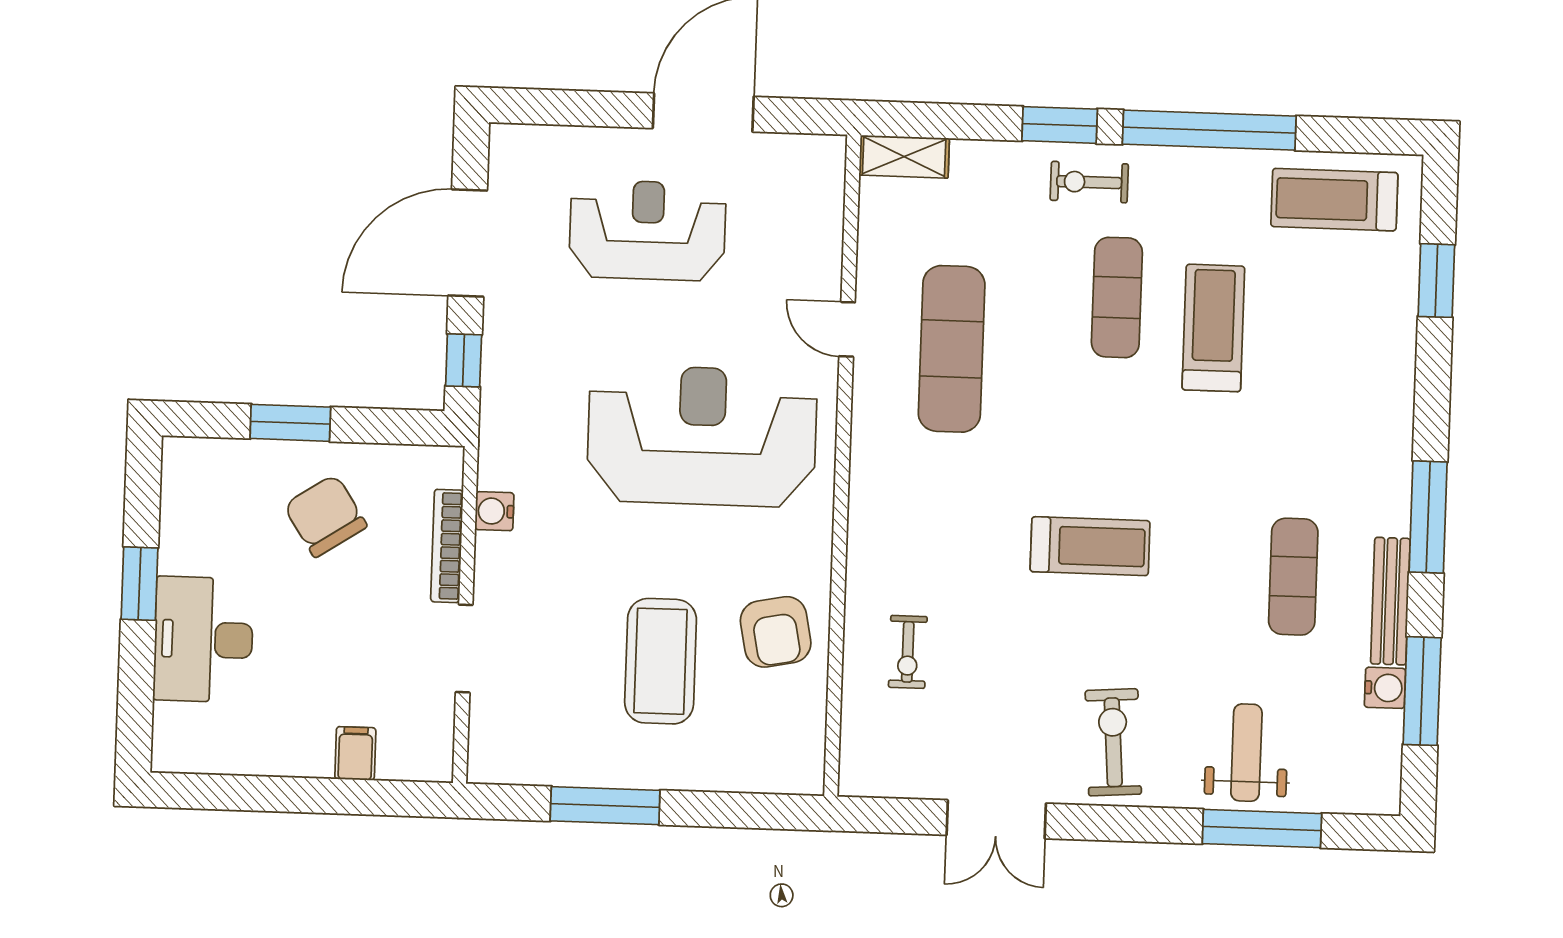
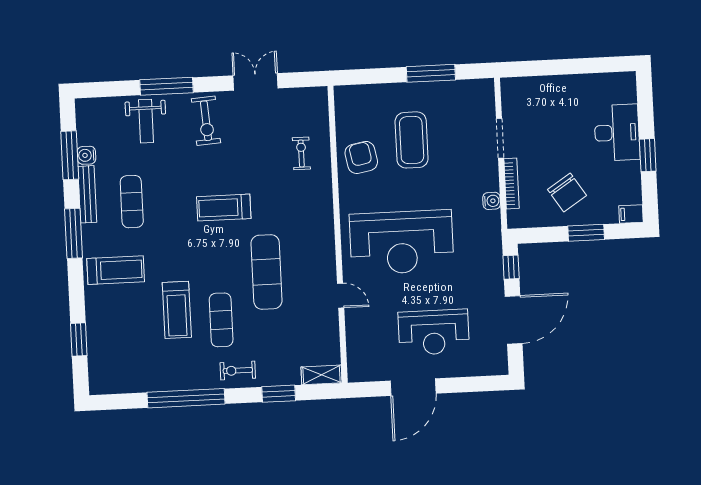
window: (1060, 125) -> (279, 394), moved
exercise bike: (1089, 182) -> (238, 370), turned 180
treadmill: (1334, 200) -> (116, 270), moved
exercise mat: (952, 349) -> (267, 272), moved
filing cabinet: (355, 753) -> (631, 214), moved, turned 90
window: (1262, 829) -> (167, 86), moved

